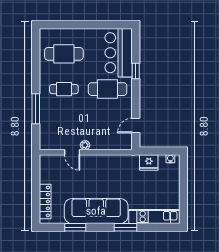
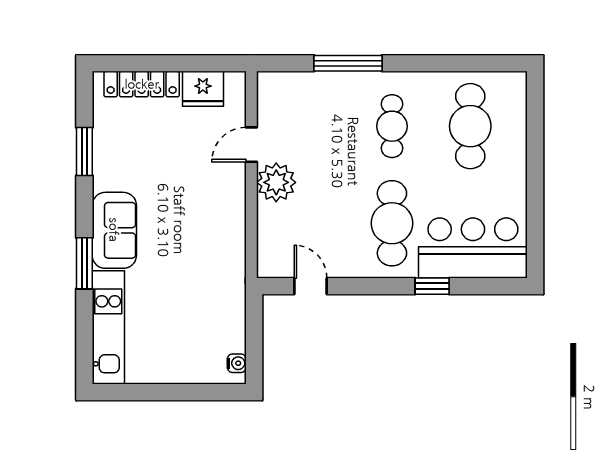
plant: (85, 145) -> (276, 182), width x1.88, depth x1.88
fridge: (149, 162) -> (203, 89), moved, turned -90
sofa: (96, 211) -> (114, 230), width x0.54, depth x0.79

